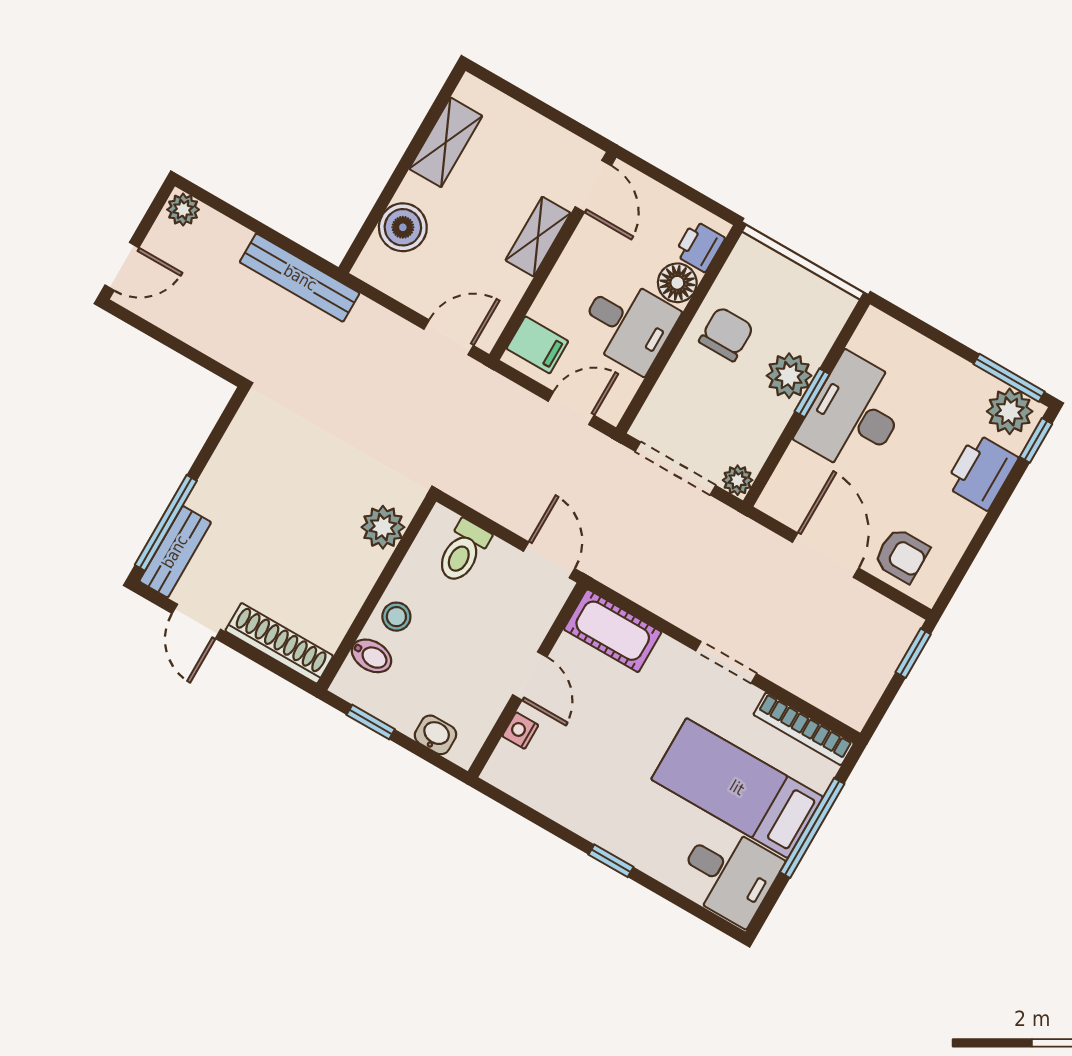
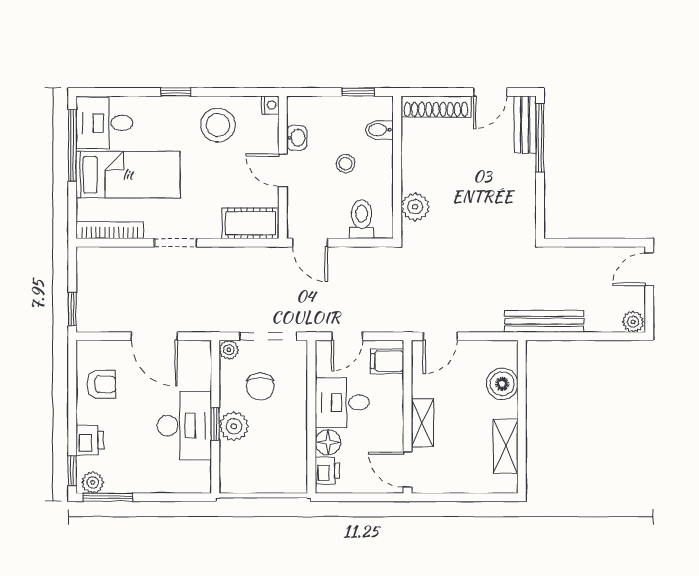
chair: (726, 334) -> (260, 387), moved
plant: (1010, 411) -> (93, 482), width x0.73, depth x0.73
printer: (981, 472) -> (90, 440), width x0.73, depth x0.81
armchair: (902, 555) -> (101, 384), moved, turned 180
stool: (396, 617) -> (346, 164), moved
door: (196, 621) -> (490, 92), swing flipped
nightstand: (520, 731) -> (270, 105), moved
washbasin: (435, 735) -> (297, 138), moved, turned -90
stool: (581, 785) -> (218, 125), added
window: (812, 828) -> (72, 145), moved

